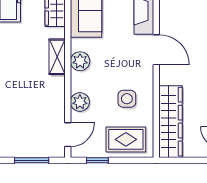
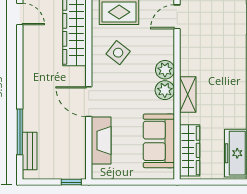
side table: (127, 99) -> (118, 53), turned 38
plant: (80, 102) -> (165, 70), moved

